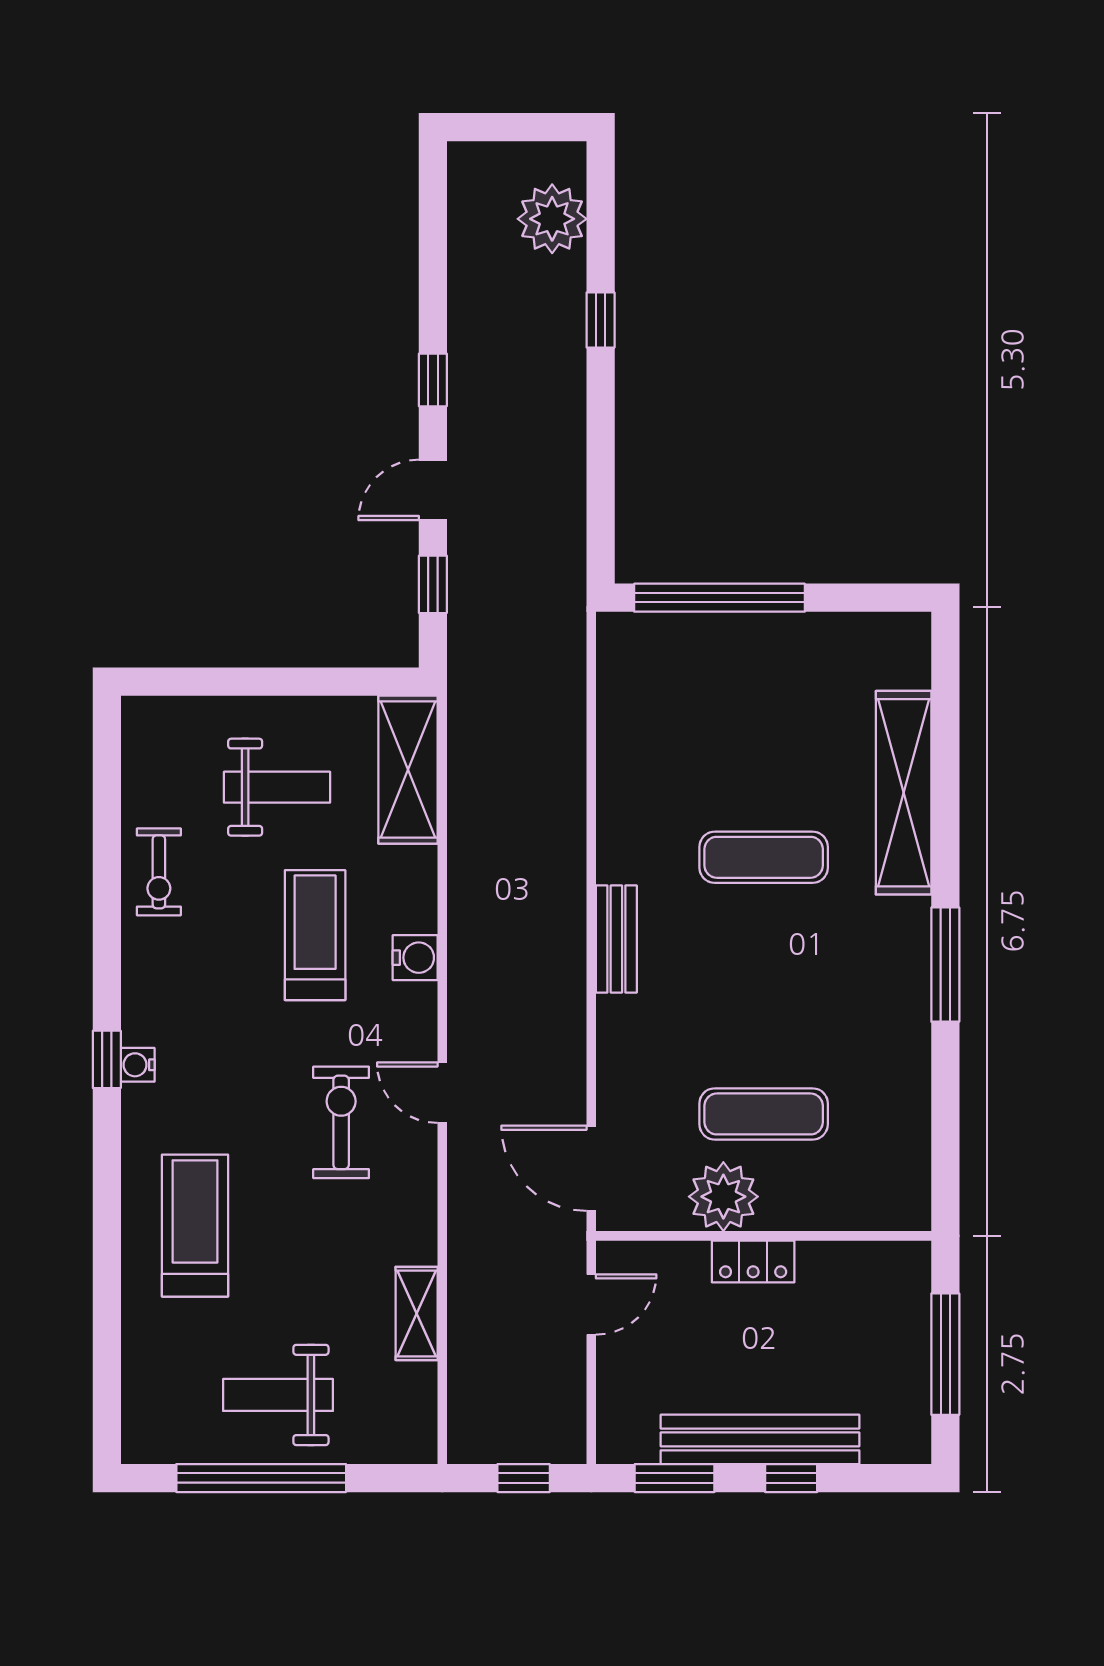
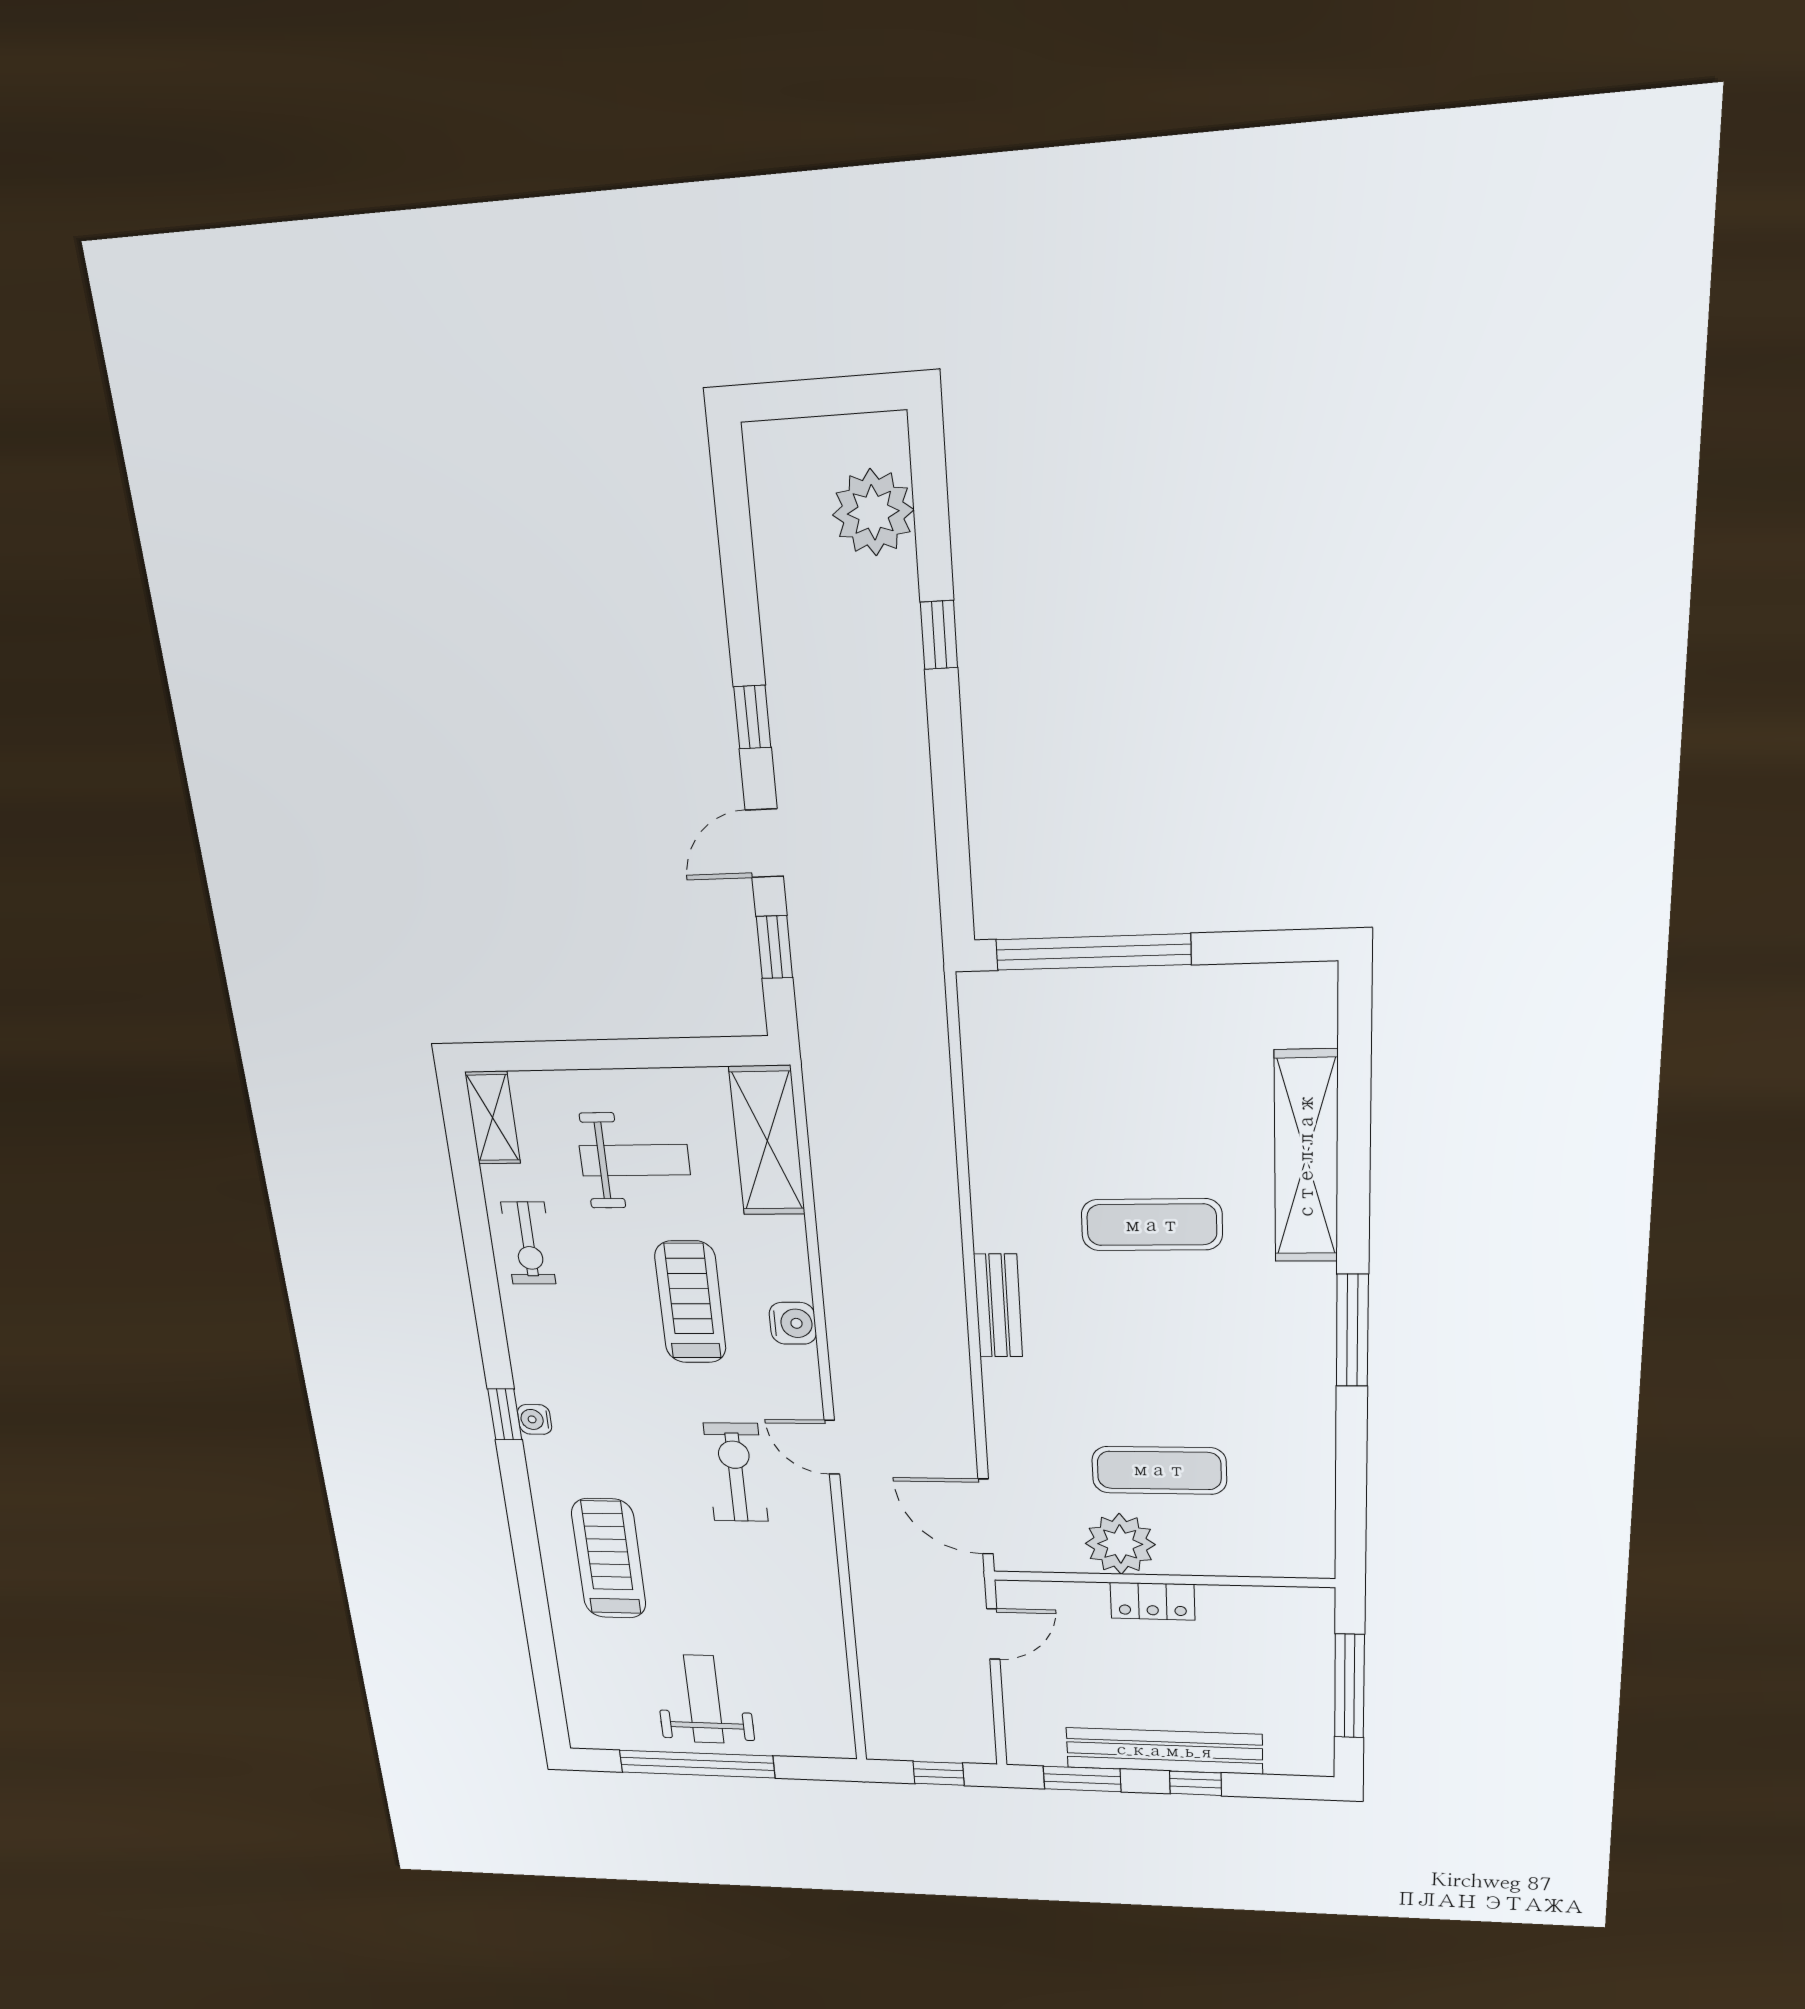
shelving: (417, 1313) -> (493, 1118), moved
weight bench: (278, 1395) -> (704, 1699), turned 90

